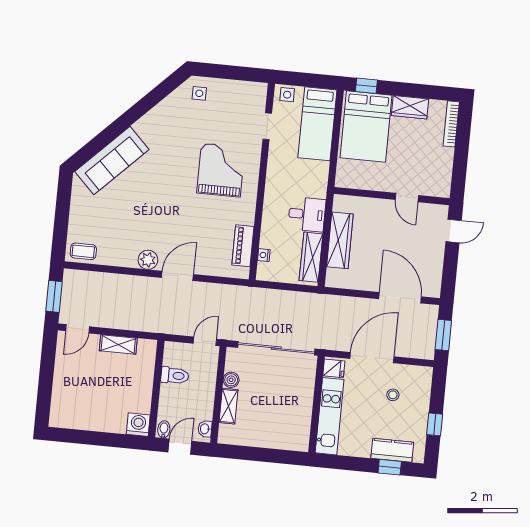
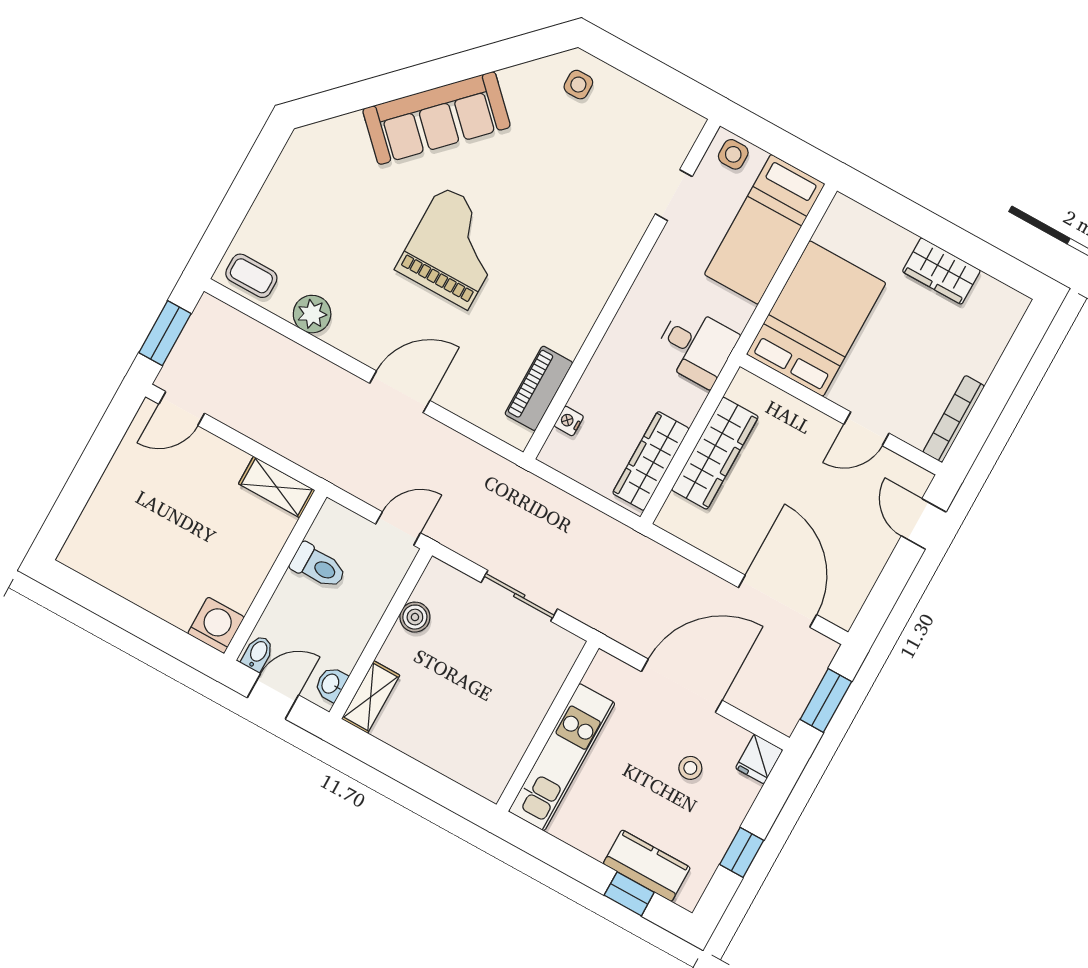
window: (366, 86) -> (881, 199), removed
bookcase: (451, 124) -> (954, 419), moved
bed: (366, 127) -> (816, 319), moved, turned 180
sofa: (112, 160) -> (437, 118), moved
grand piano: (221, 170) -> (454, 248), moved
door: (407, 198) -> (867, 429), hinge flipped
desk: (307, 214) -> (696, 346), moved
door: (454, 231) -> (924, 524), swing flipped
plant: (148, 260) -> (312, 314), moved
shelving: (118, 344) -> (277, 487), moved
sliding door: (276, 348) -> (519, 596), width x0.54
fridge: (334, 368) -> (759, 759), moved, turned 90
shelving: (228, 406) -> (371, 697), moved

